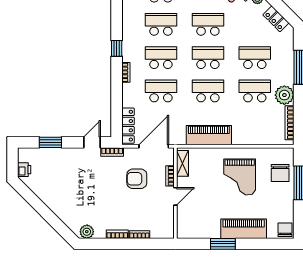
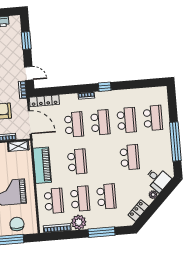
school desk: (208, 58) -> (54, 201), moved
chair: (280, 173) -> (17, 224), turned 90

